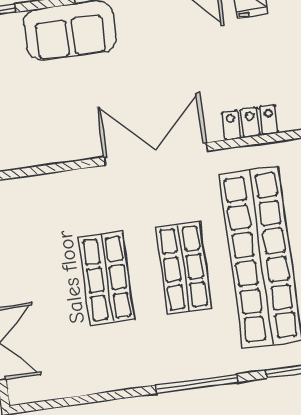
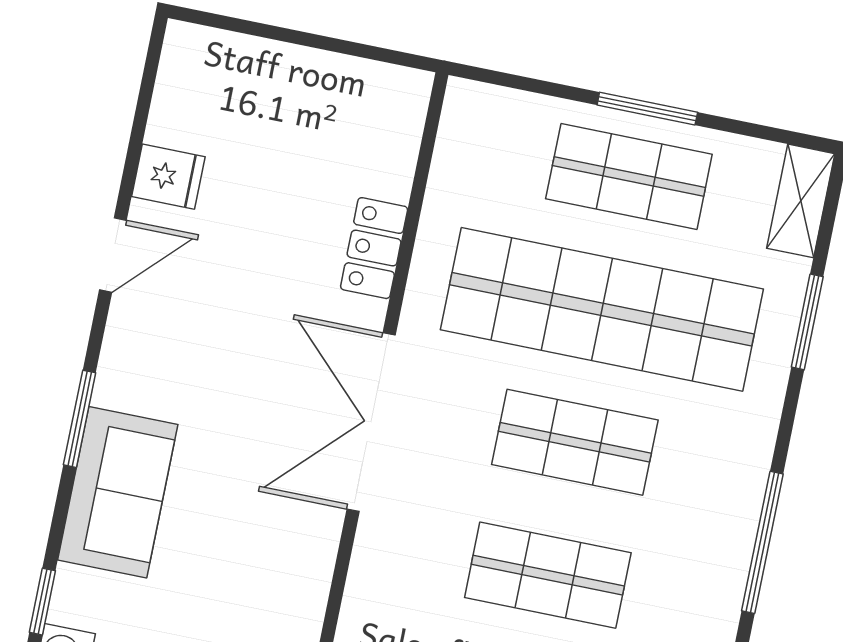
window: (197, 384) -> (762, 542), moved

